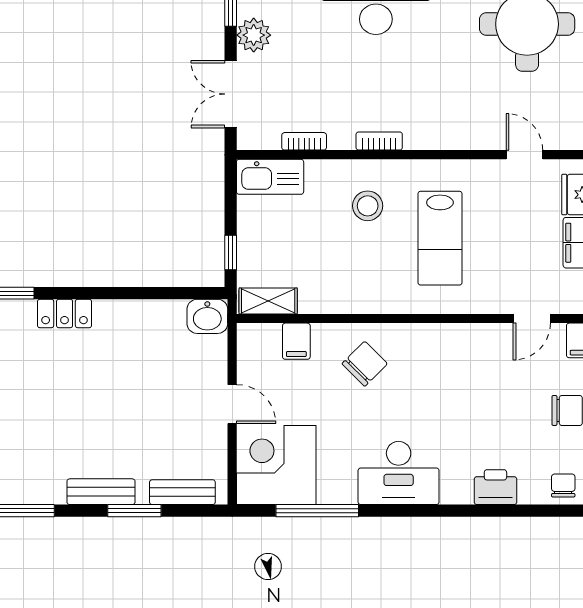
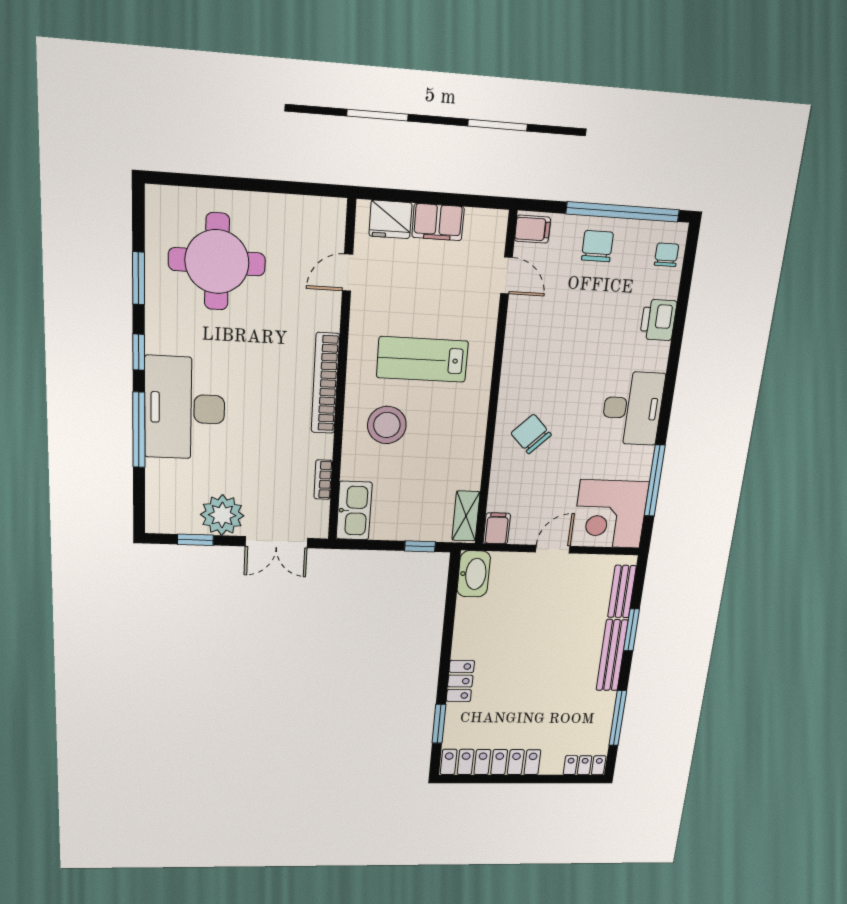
plant: (254, 35) -> (222, 515), width x1.36, depth x1.36
bookcase: (379, 141) -> (325, 383), width x2.31, depth x1.31
stool: (368, 206) -> (387, 425), width x1.38, depth x1.38
lab bench: (440, 238) -> (422, 359), turned 180
washbasin: (207, 316) -> (474, 574), width x1.38
filing cabinet: (296, 341) -> (497, 528), moved, turned -90
chair: (563, 485) -> (667, 255), turned 90
bench: (101, 492) -> (612, 655), width x1.36

